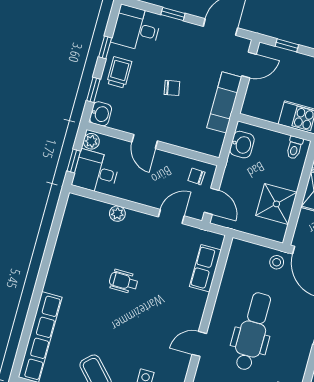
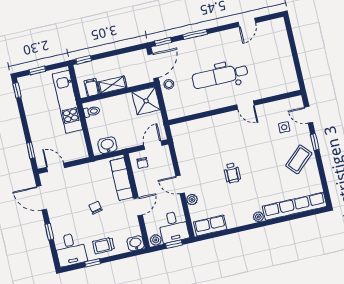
window: (93, 90) -> (123, 256), removed
exam couch: (224, 102) -> (122, 179), moved, turned 90
shower: (276, 204) -> (146, 101), moved
door: (171, 216) -> (180, 184), moved
row of seats: (205, 268) -> (210, 226), moved, turned 180
plant: (51, 285) -> (258, 217), added

